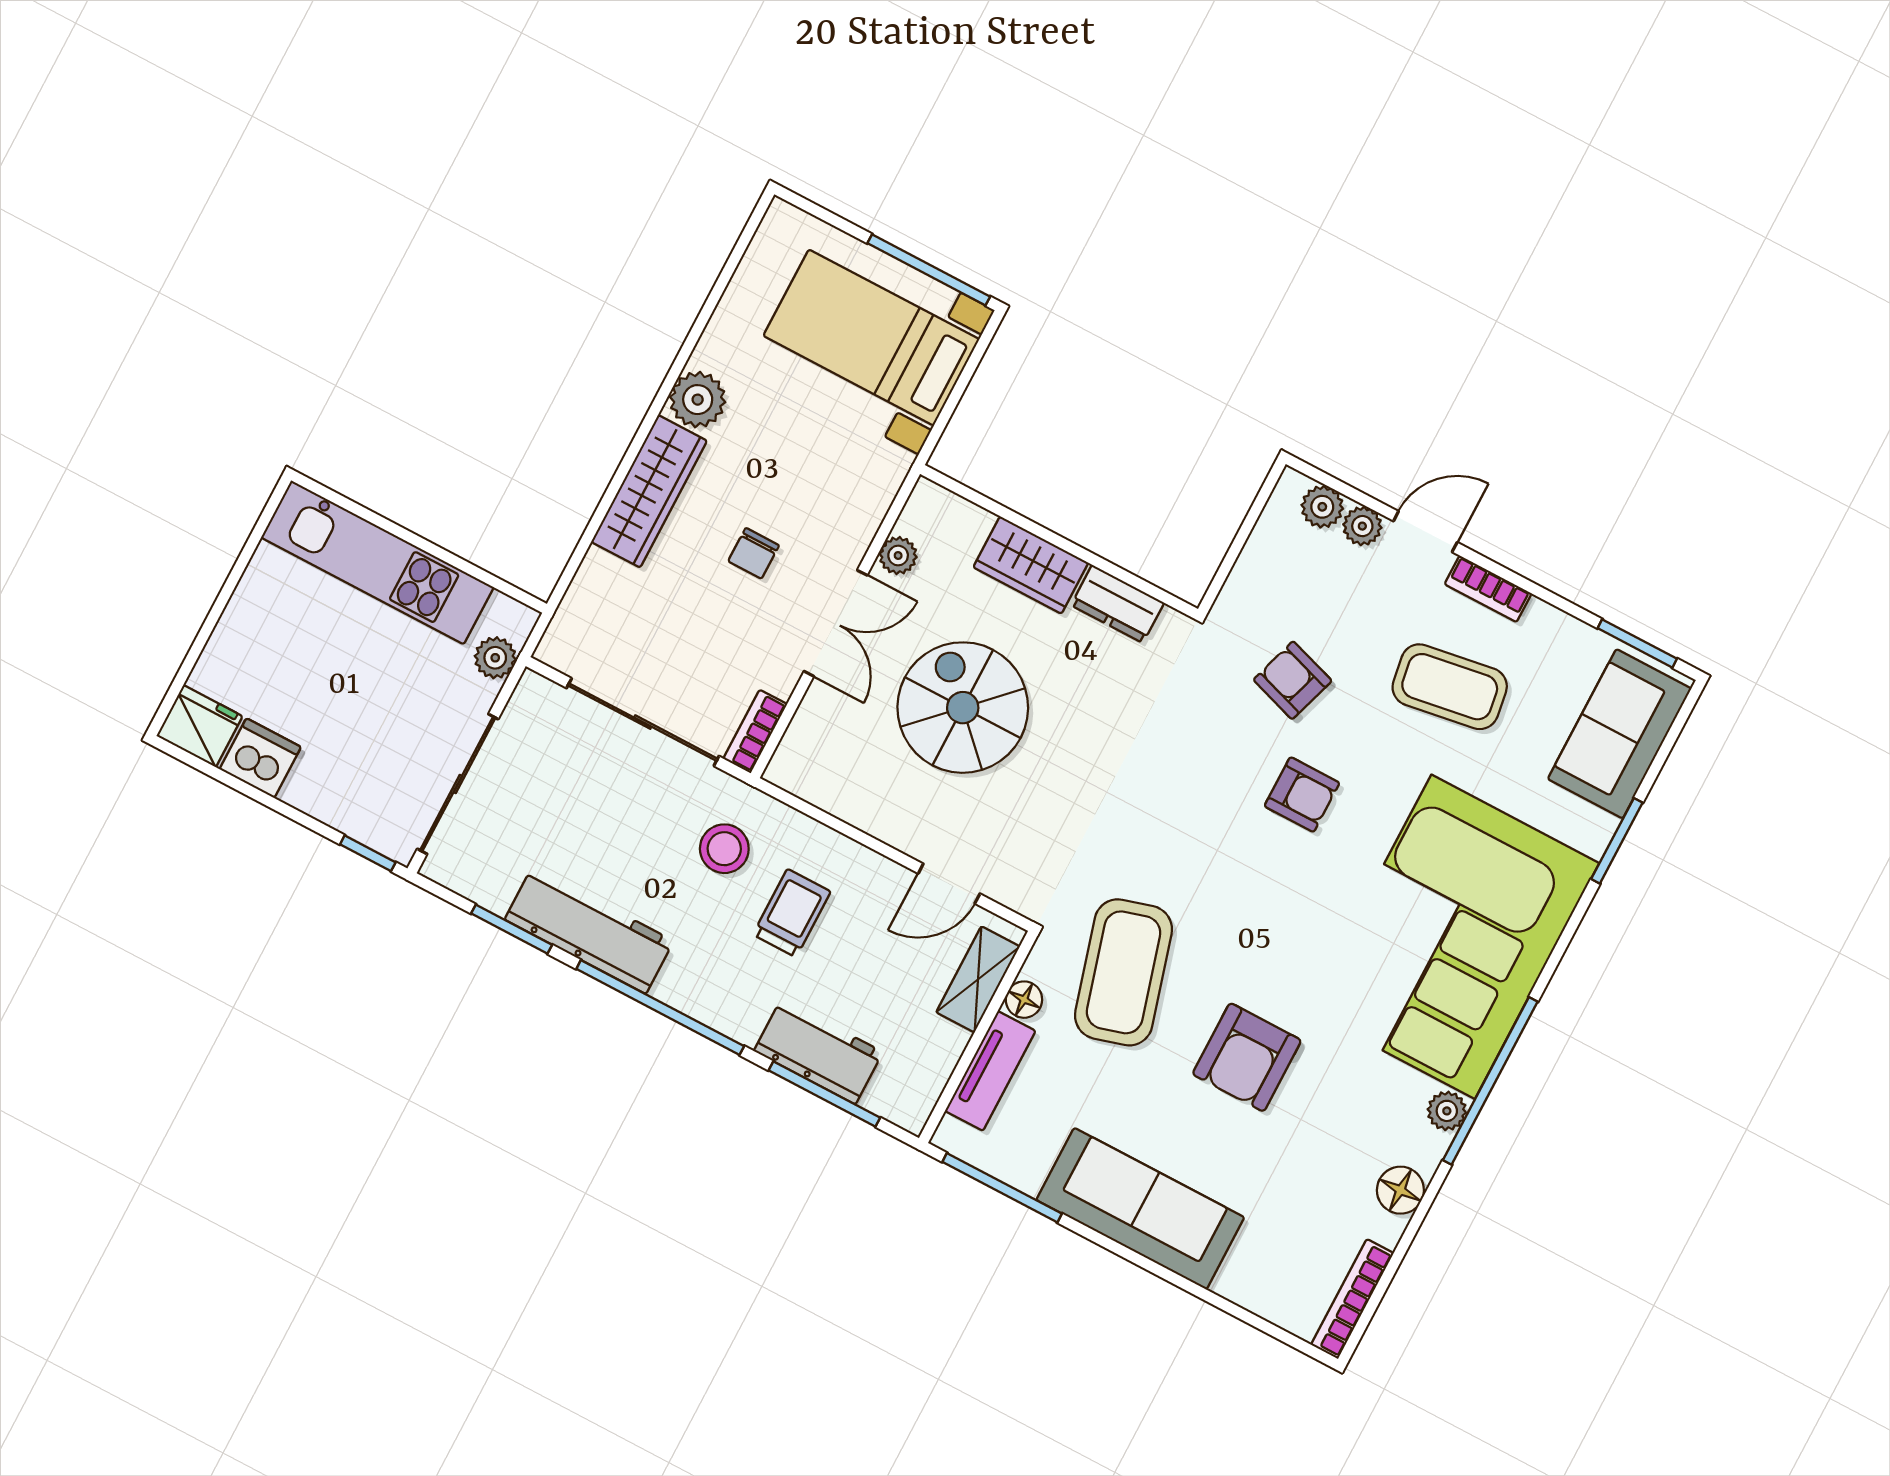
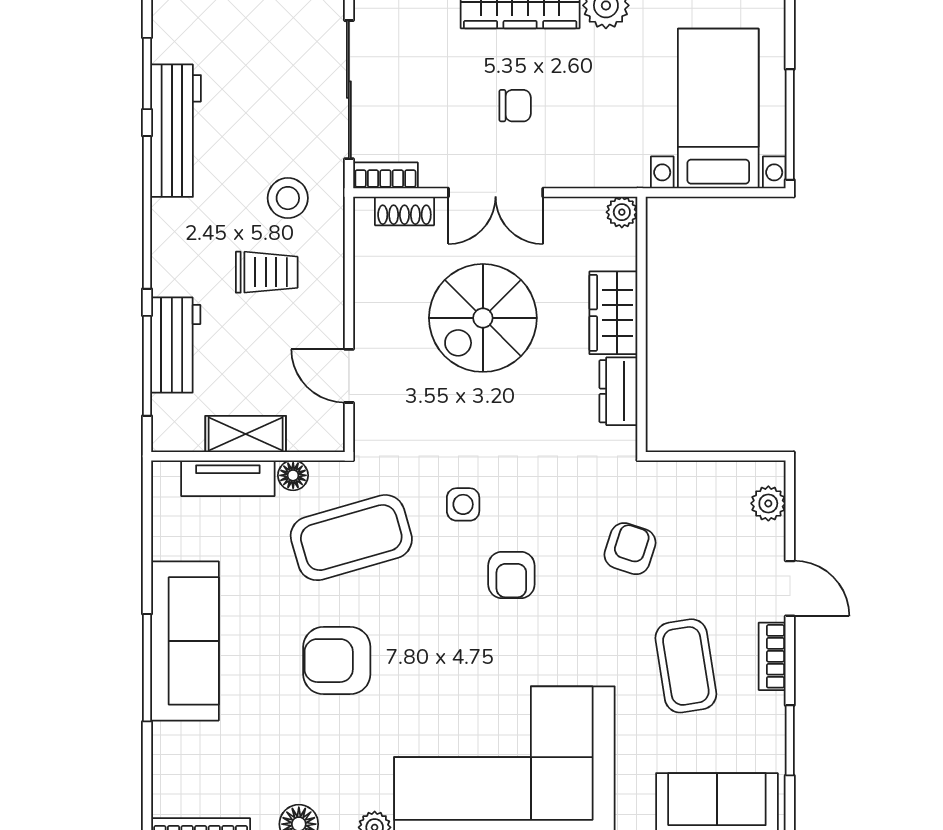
plant: (1362, 526) -> (770, 540), removed
chair: (754, 553) -> (515, 106), turned 180
plant: (898, 556) -> (622, 212), moved
window: (1637, 643) -> (790, 740), moved
spiral stairs: (963, 708) -> (483, 318), turned 180
shoe rack: (804, 731) -> (404, 211), added
armchair: (1302, 795) -> (511, 575), moved
side table: (1151, 834) -> (463, 504), added
shelving: (978, 979) -> (246, 434), moved
window: (1002, 1188) -> (147, 668), moved

